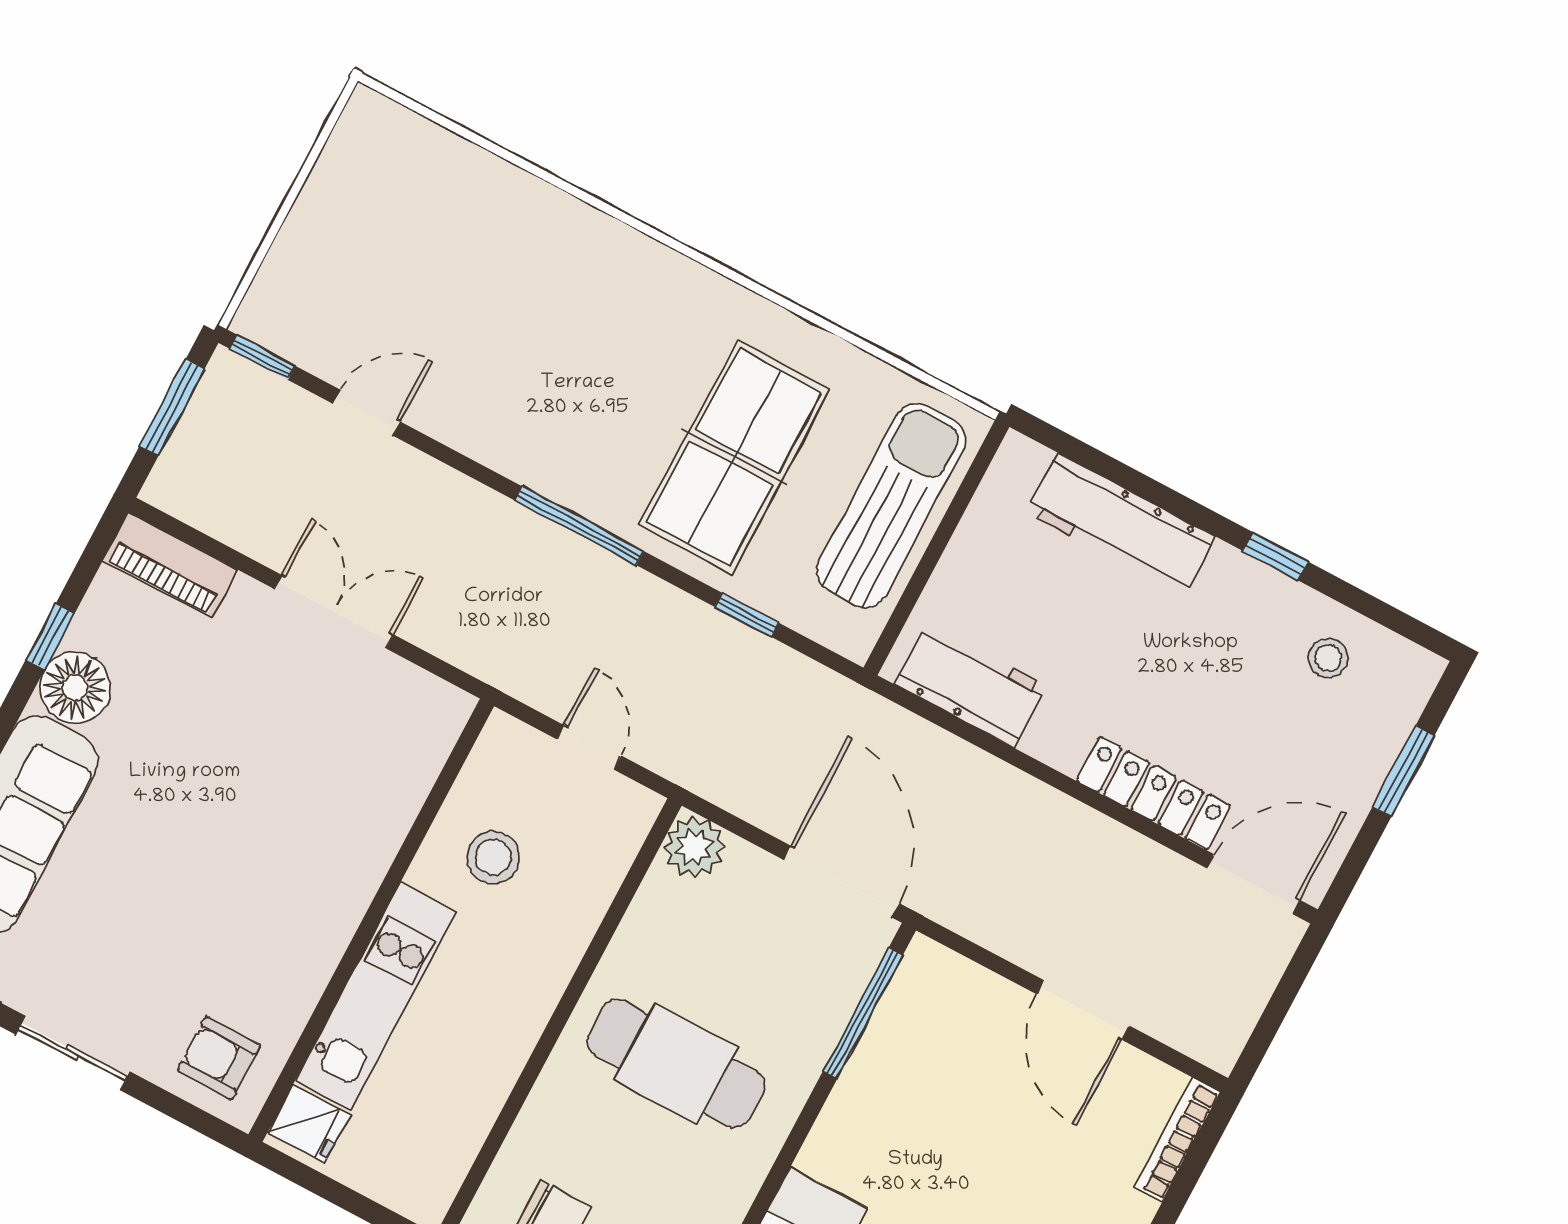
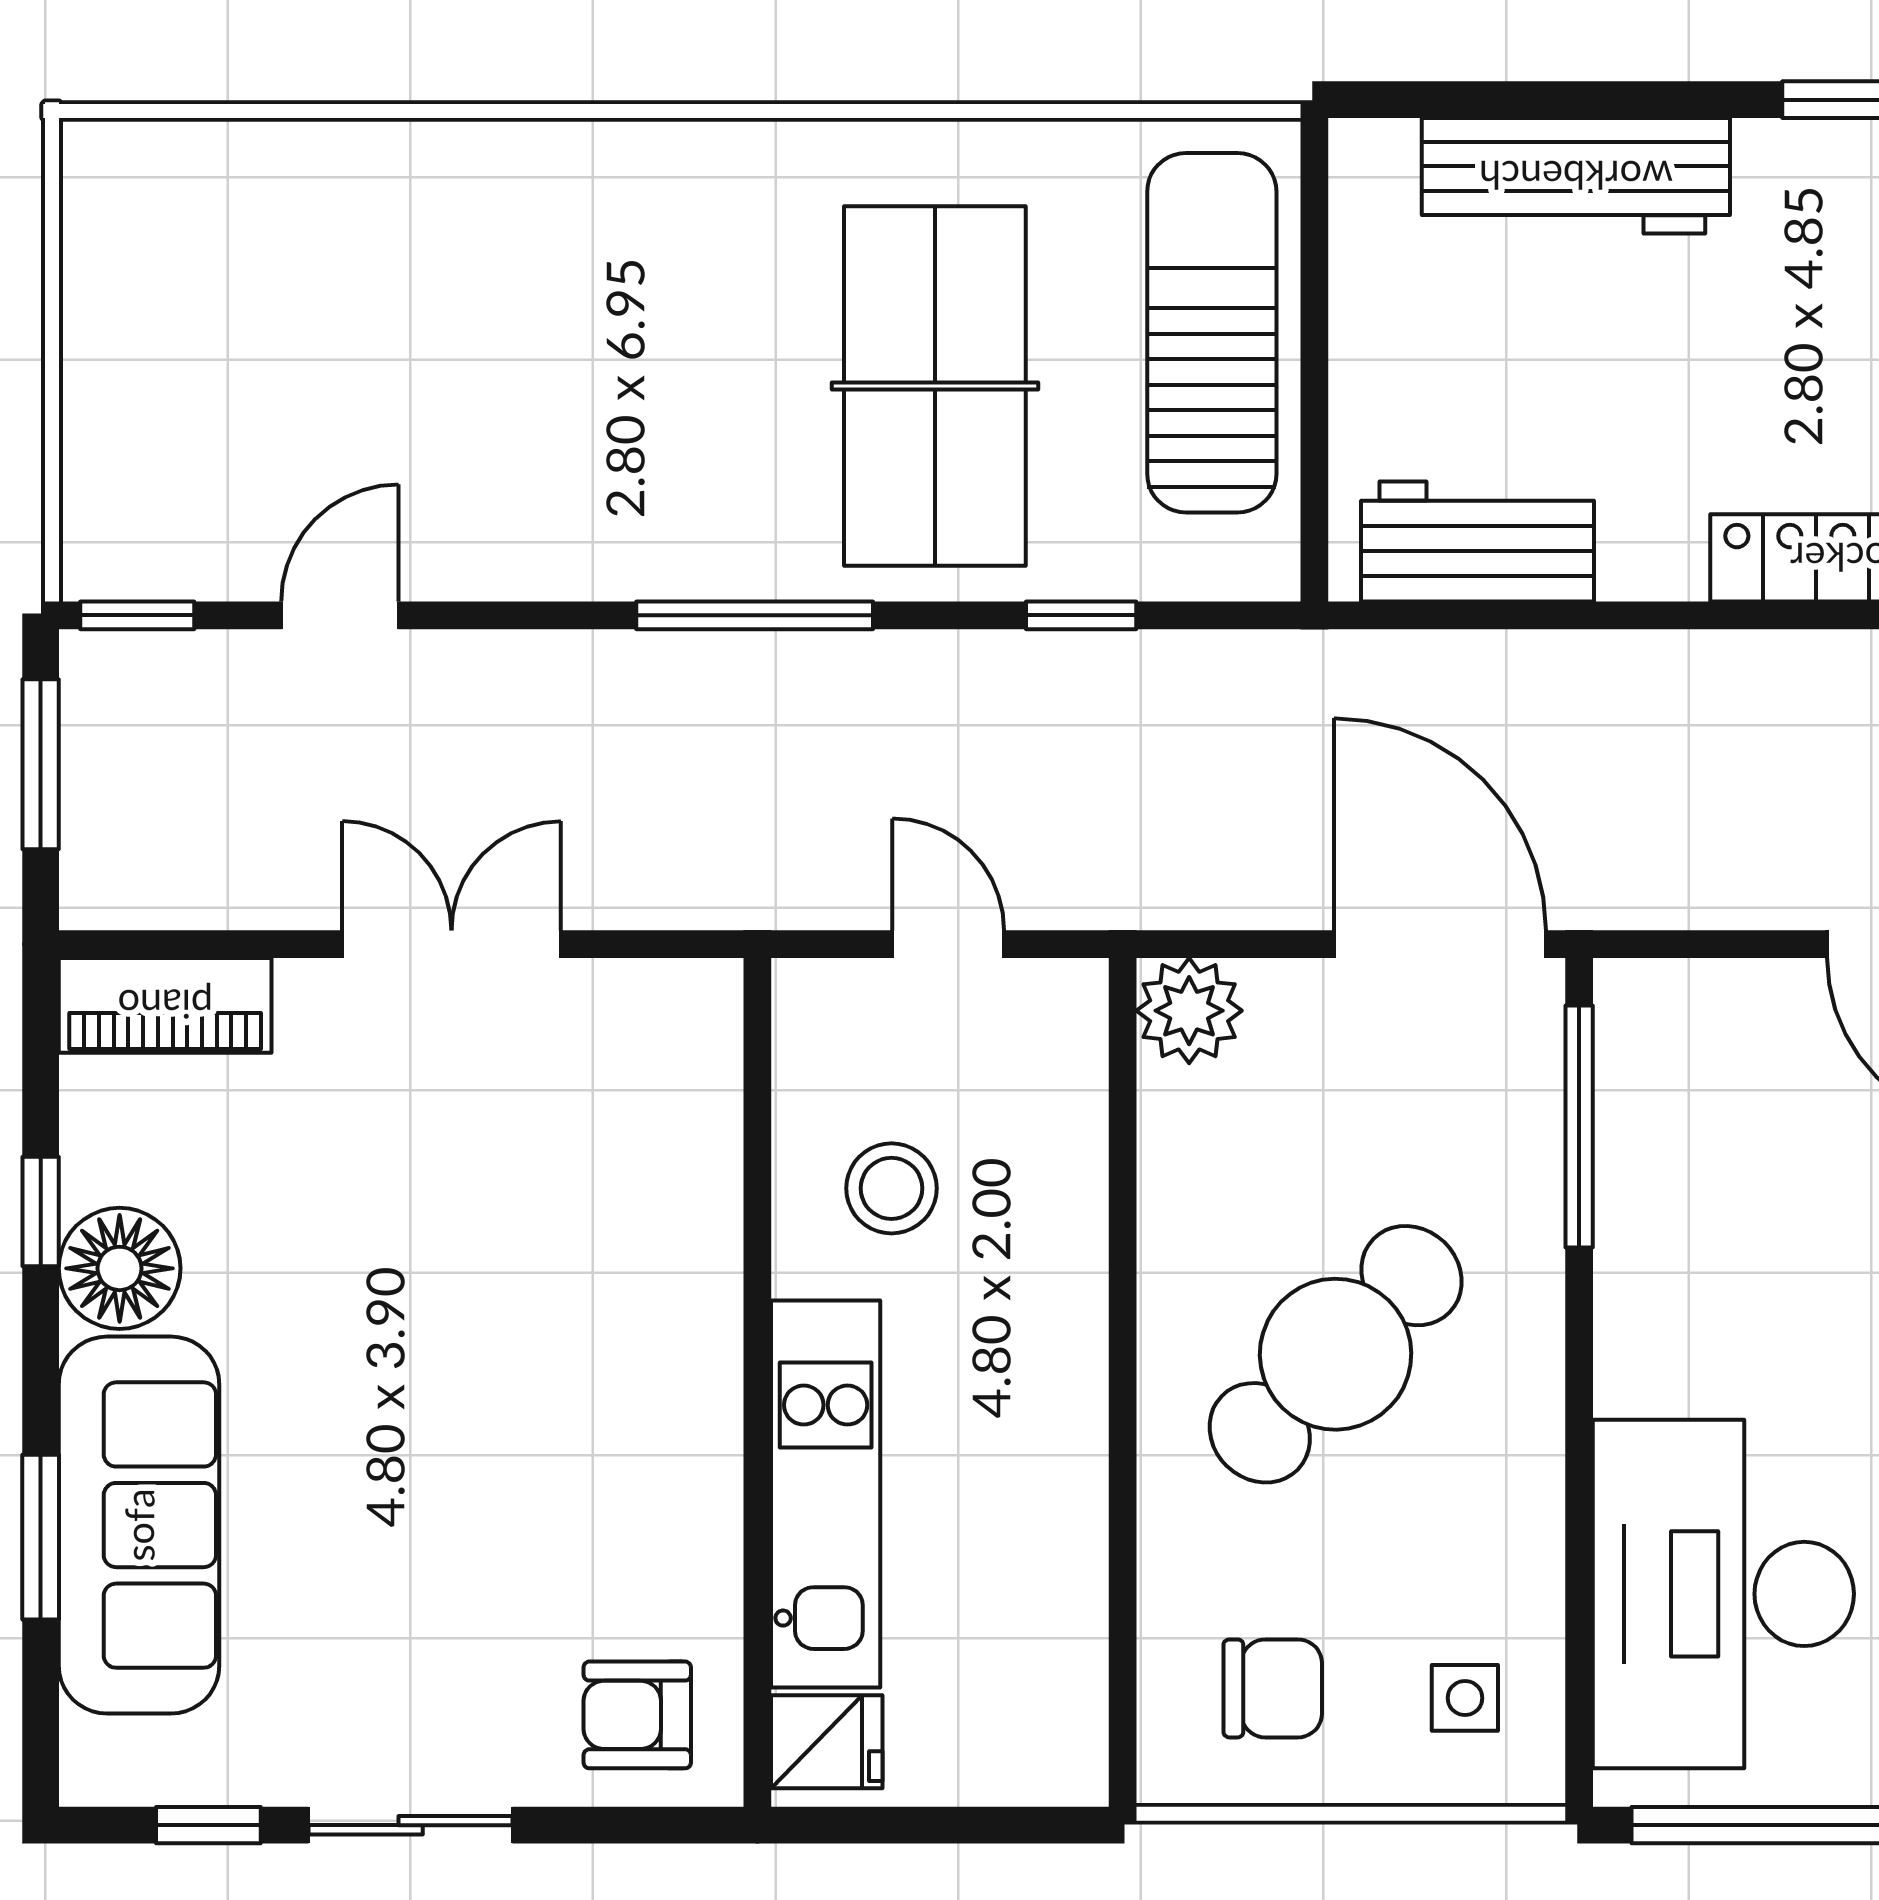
cafe table: (676, 1064) -> (1336, 1354), turned -46

